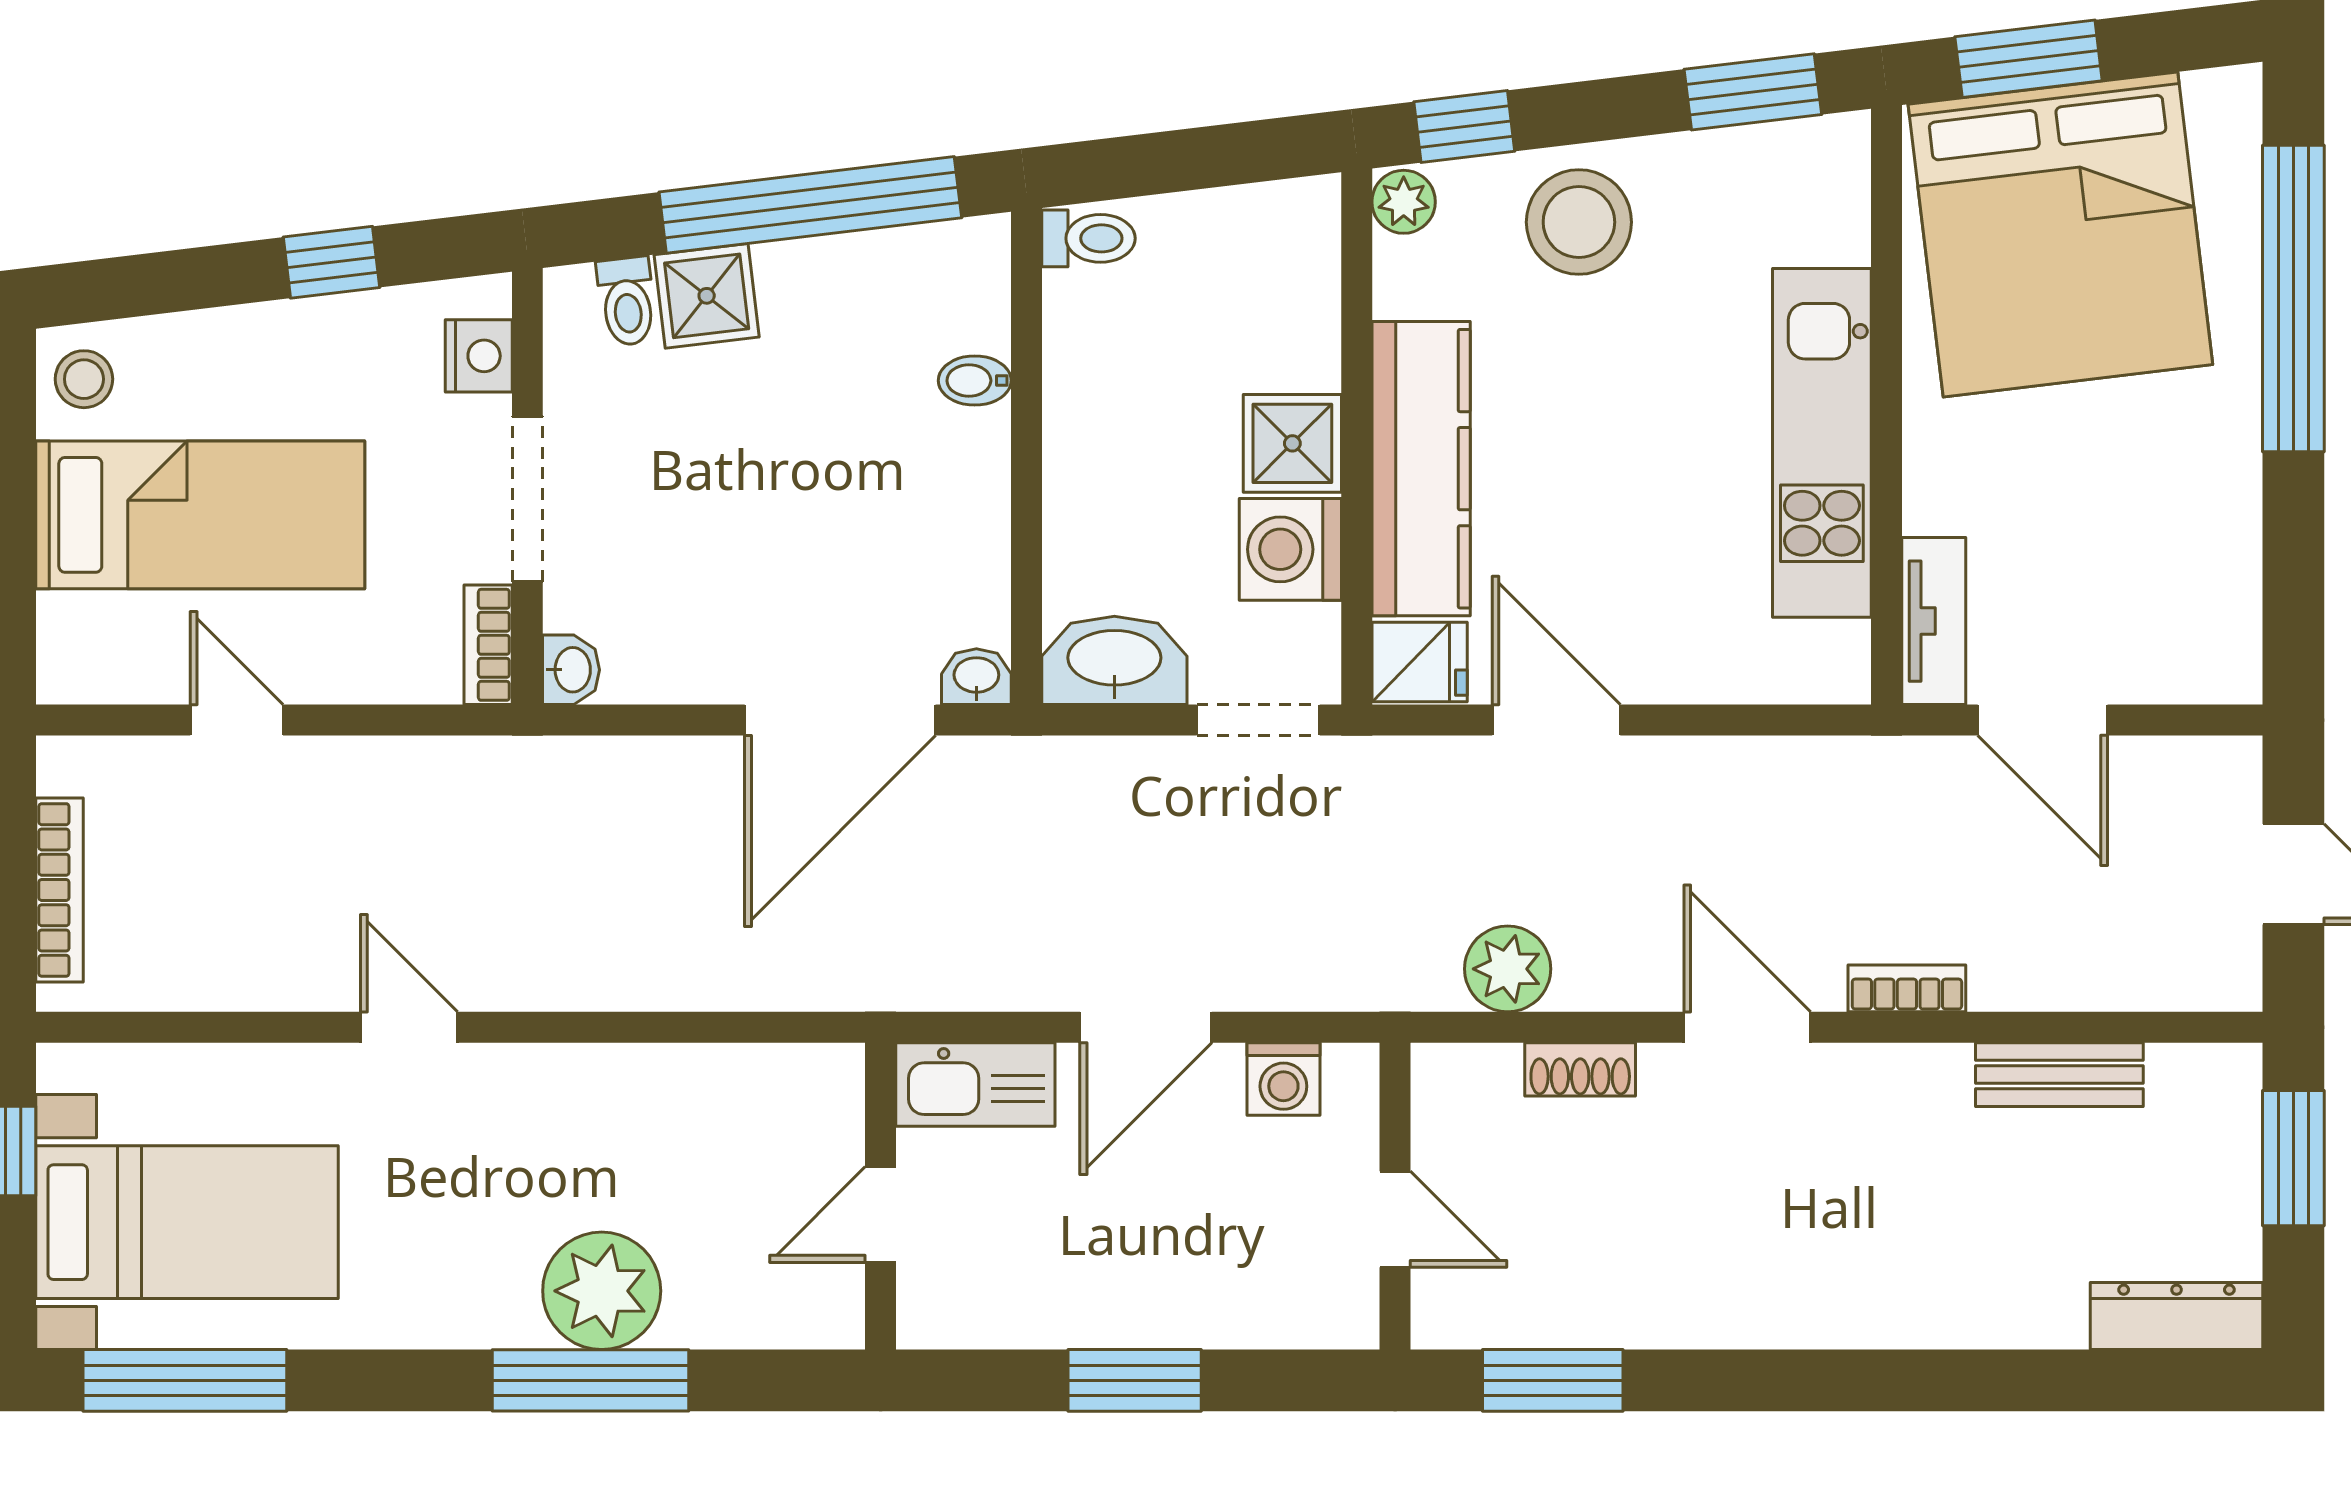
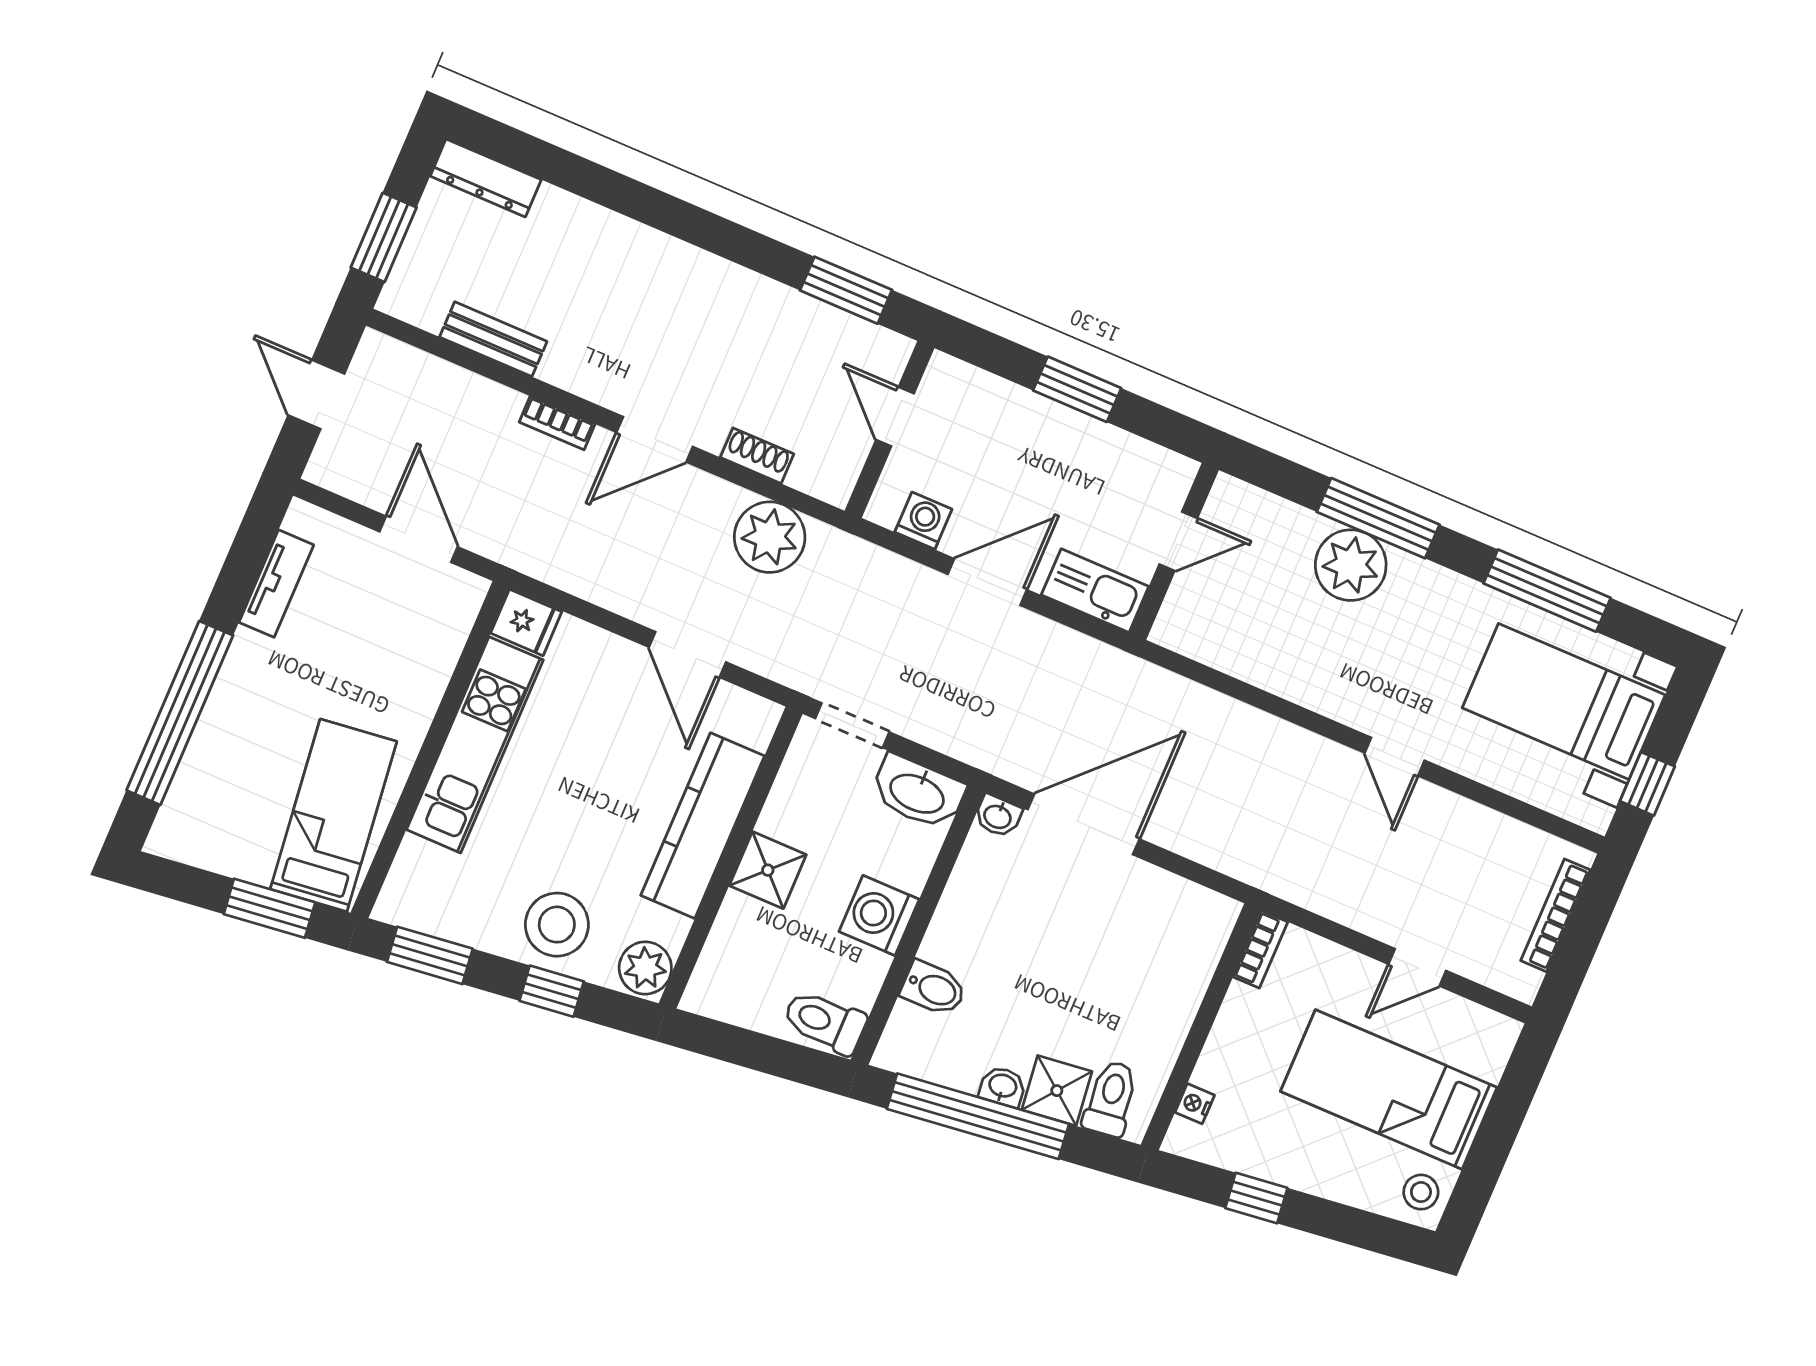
window: (1464, 126) -> (552, 991), moved
plant: (1404, 202) -> (645, 968), width x1.38, depth x1.38
bed: (2060, 234) -> (334, 815), width x0.49
toilet: (1088, 238) -> (825, 1022), width x1.37, depth x1.39
toilet: (627, 301) -> (1111, 1099), width x1.37, depth x1.39
nightstand: (479, 356) -> (1195, 1104), width x0.72, depth x0.74
bidet: (975, 381) -> (934, 989), width x1.38, depth x1.36
doorway: (527, 499) -> (1204, 1021), removed
washing machine: (1290, 549) -> (879, 915), moved, turned 180
tv unit: (1934, 621) -> (276, 584), moved, turned 180
fridge: (1420, 662) -> (526, 622), moved, turned 180
washbasin: (571, 670) -> (1003, 1087), moved, turned 83
door: (237, 720) -> (1417, 967), hinge flipped
plant: (1508, 969) -> (770, 537), width x1.36, depth x1.36
door: (1747, 1027) -> (655, 439), hinge flipped
window: (185, 1380) -> (1547, 591), moved

